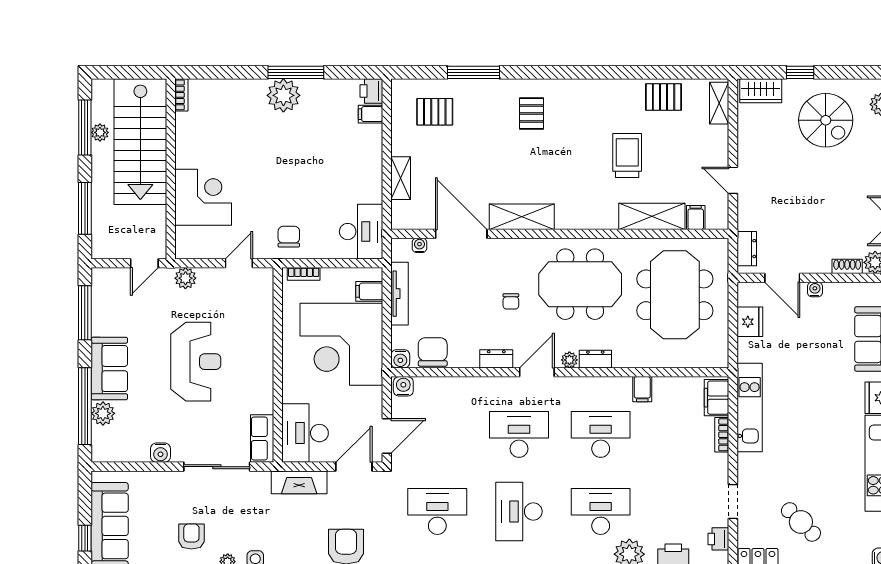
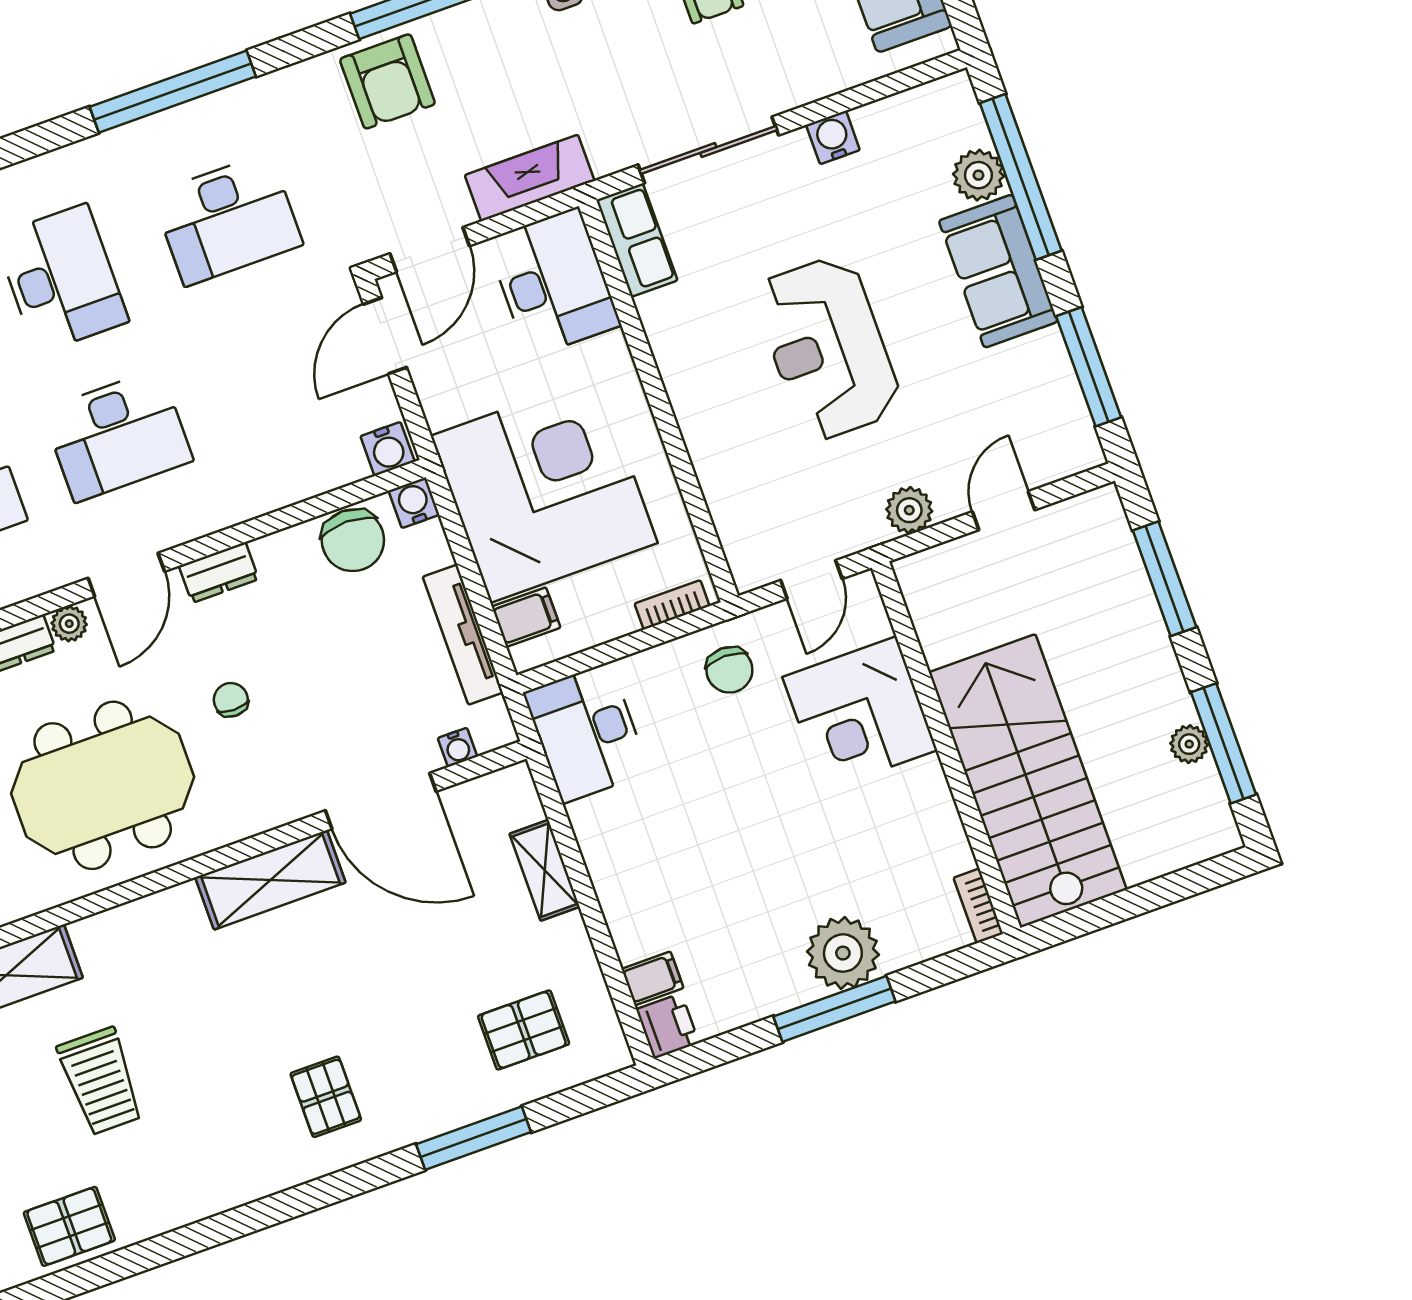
bookcase: (181, 95) -> (978, 906), moved
stairs: (140, 142) -> (1028, 781), moved
wall: (171, 169) -> (946, 748), moved
corner desk: (203, 197) -> (860, 714), moved

